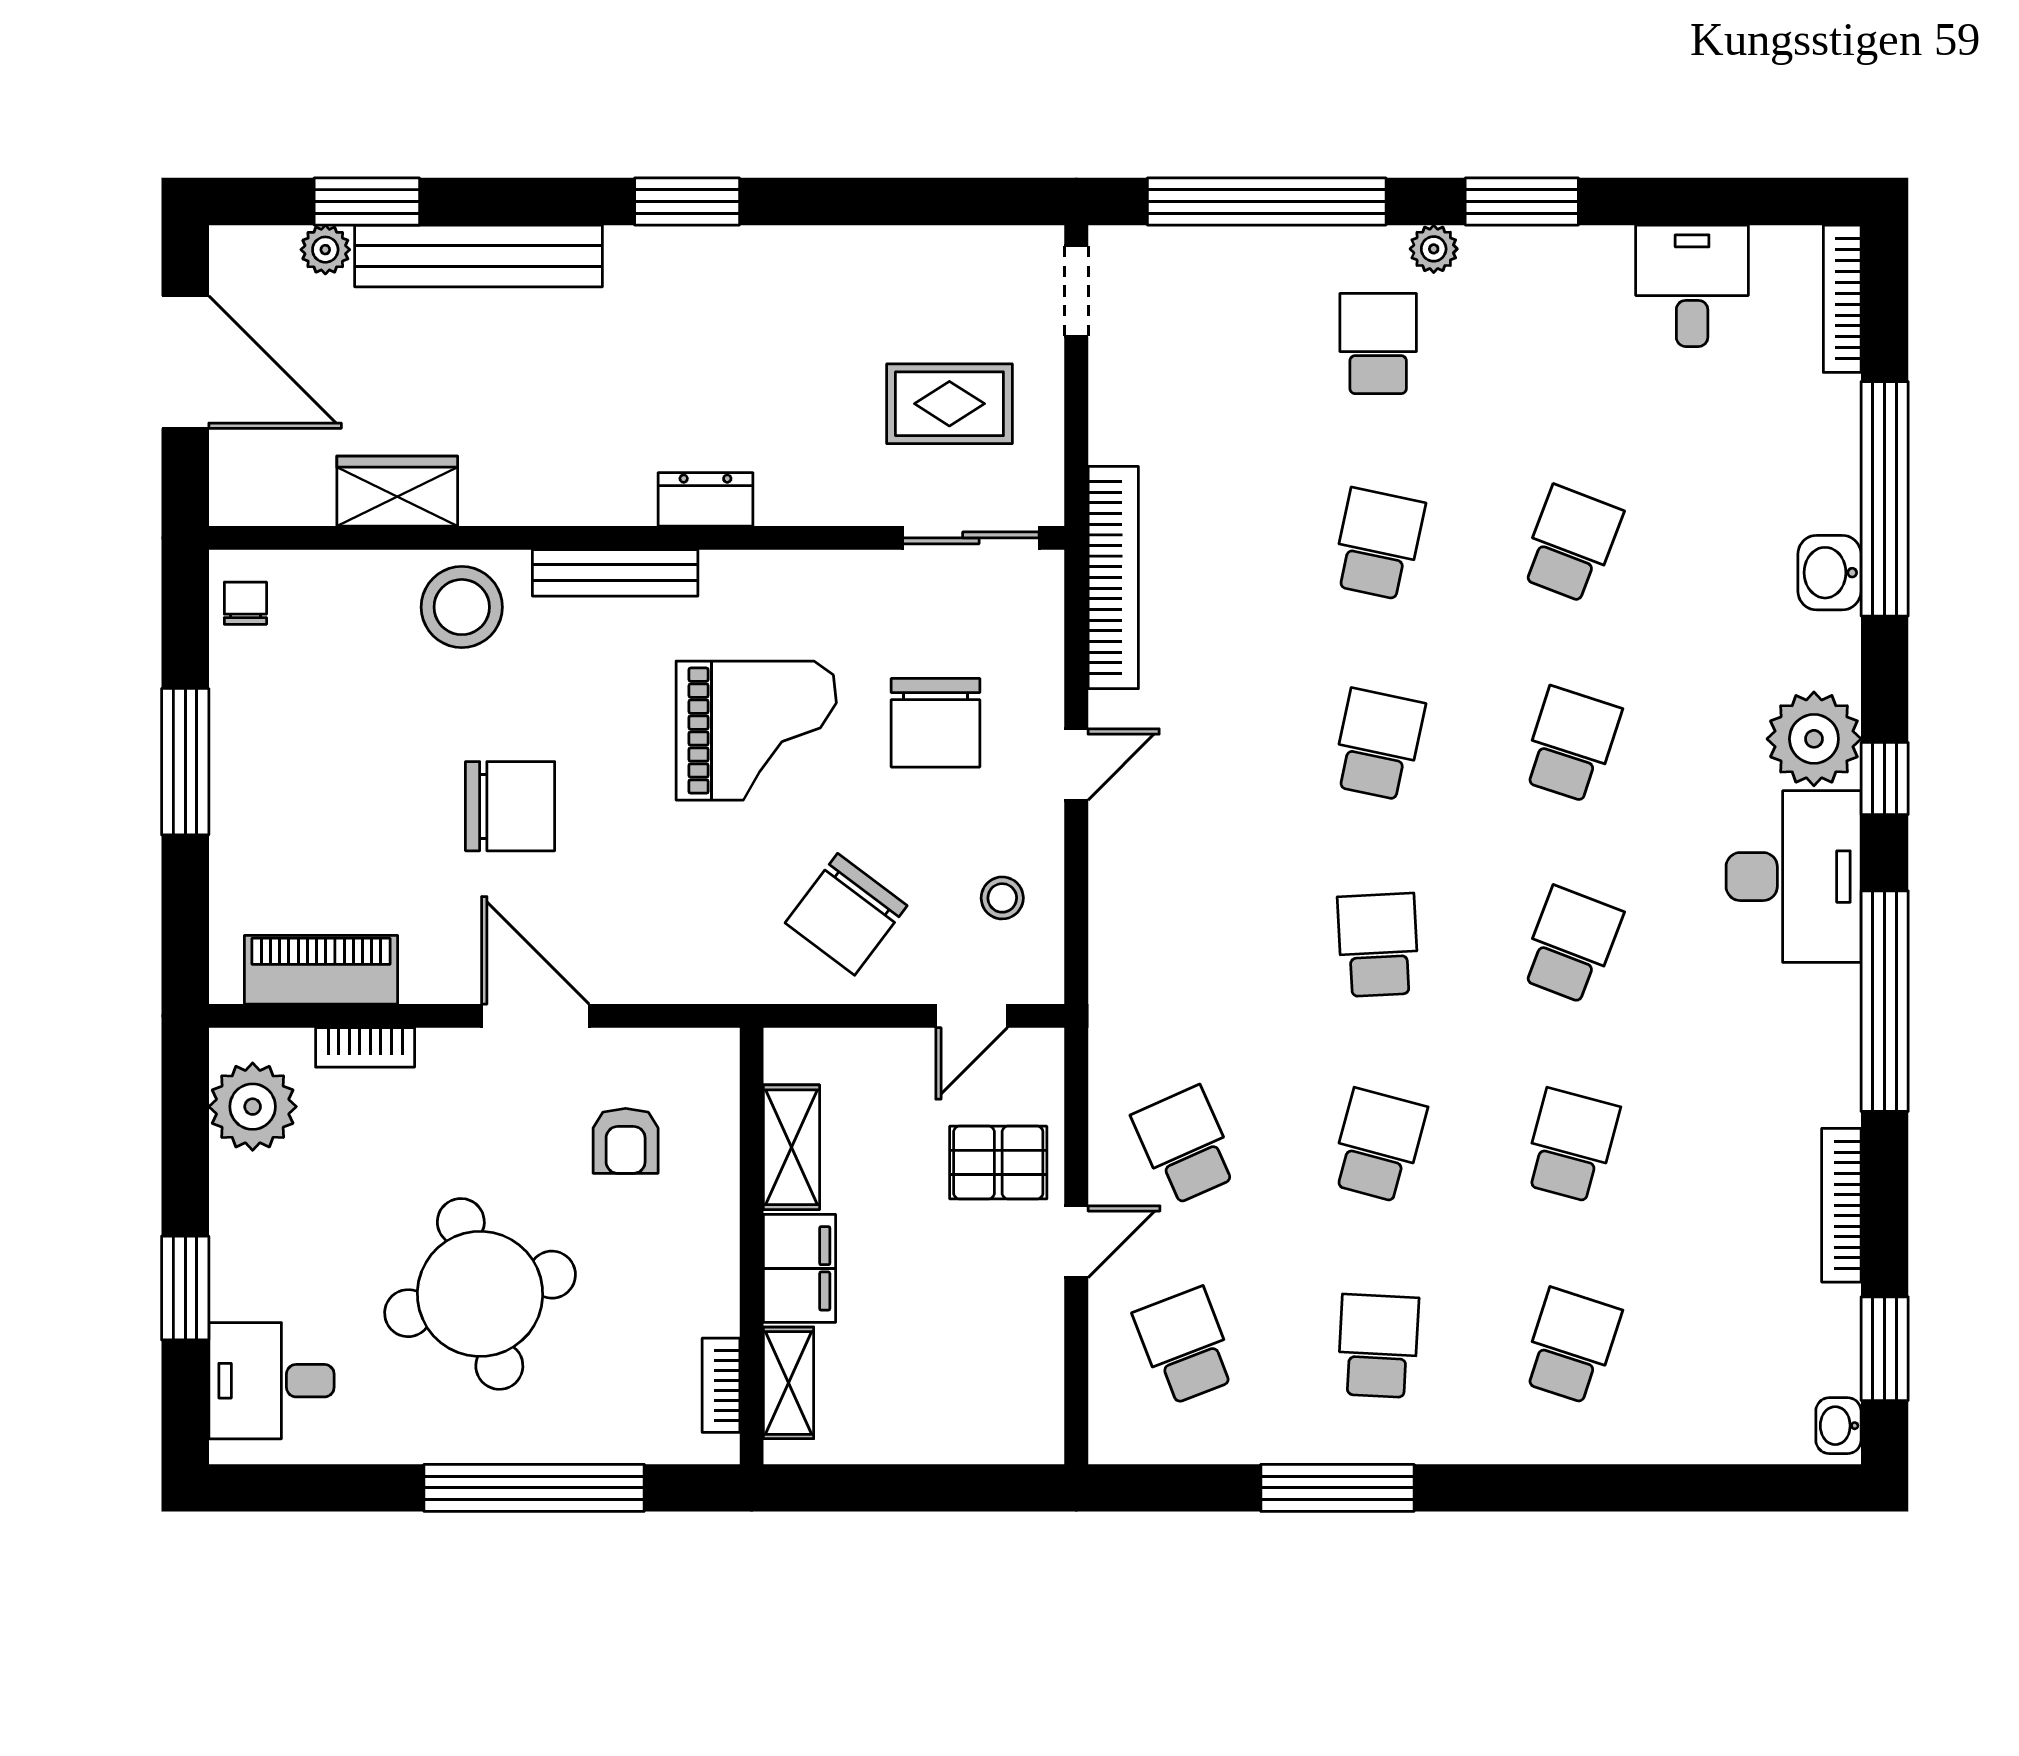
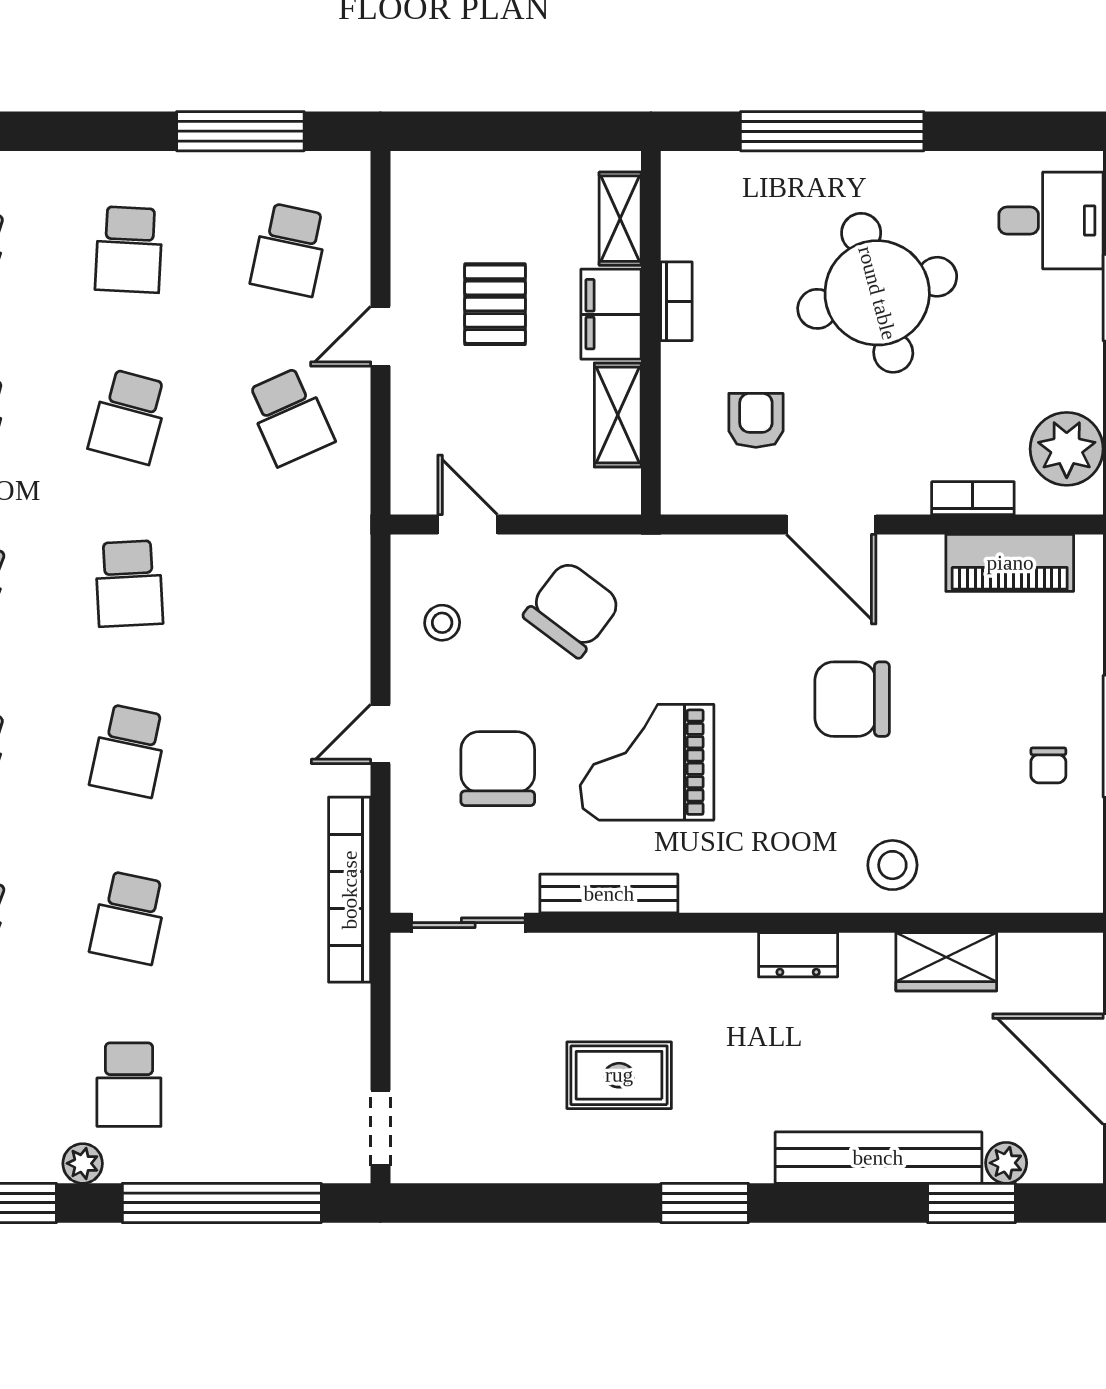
rug: (949, 404) -> (619, 1075), moved
dresser: (705, 499) -> (798, 955), moved
bench: (615, 573) -> (609, 894), moved
chair: (245, 603) -> (1048, 765), moved
stool: (462, 607) -> (892, 865), width x0.73, depth x0.73
door: (972, 1016) -> (468, 524), hinge flipped
pallet: (998, 1163) -> (495, 304), moved, turned 90
school desk: (1185, 1346) -> (290, 250), turned 33
bookcase: (721, 1385) -> (676, 301), moved
window: (1337, 1488) -> (240, 131), moved

